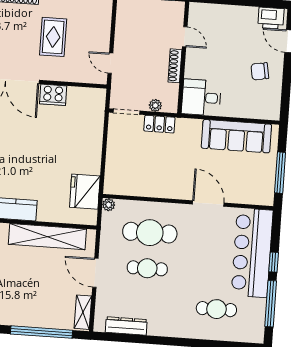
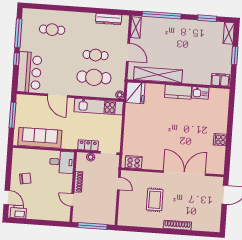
cooker: (53, 95) -> (134, 162), moved
kitchen unit: (142, 186) -> (99, 107), added
fridge: (85, 192) -> (135, 93), moved
bar counter: (252, 253) -> (29, 72), width x0.73

